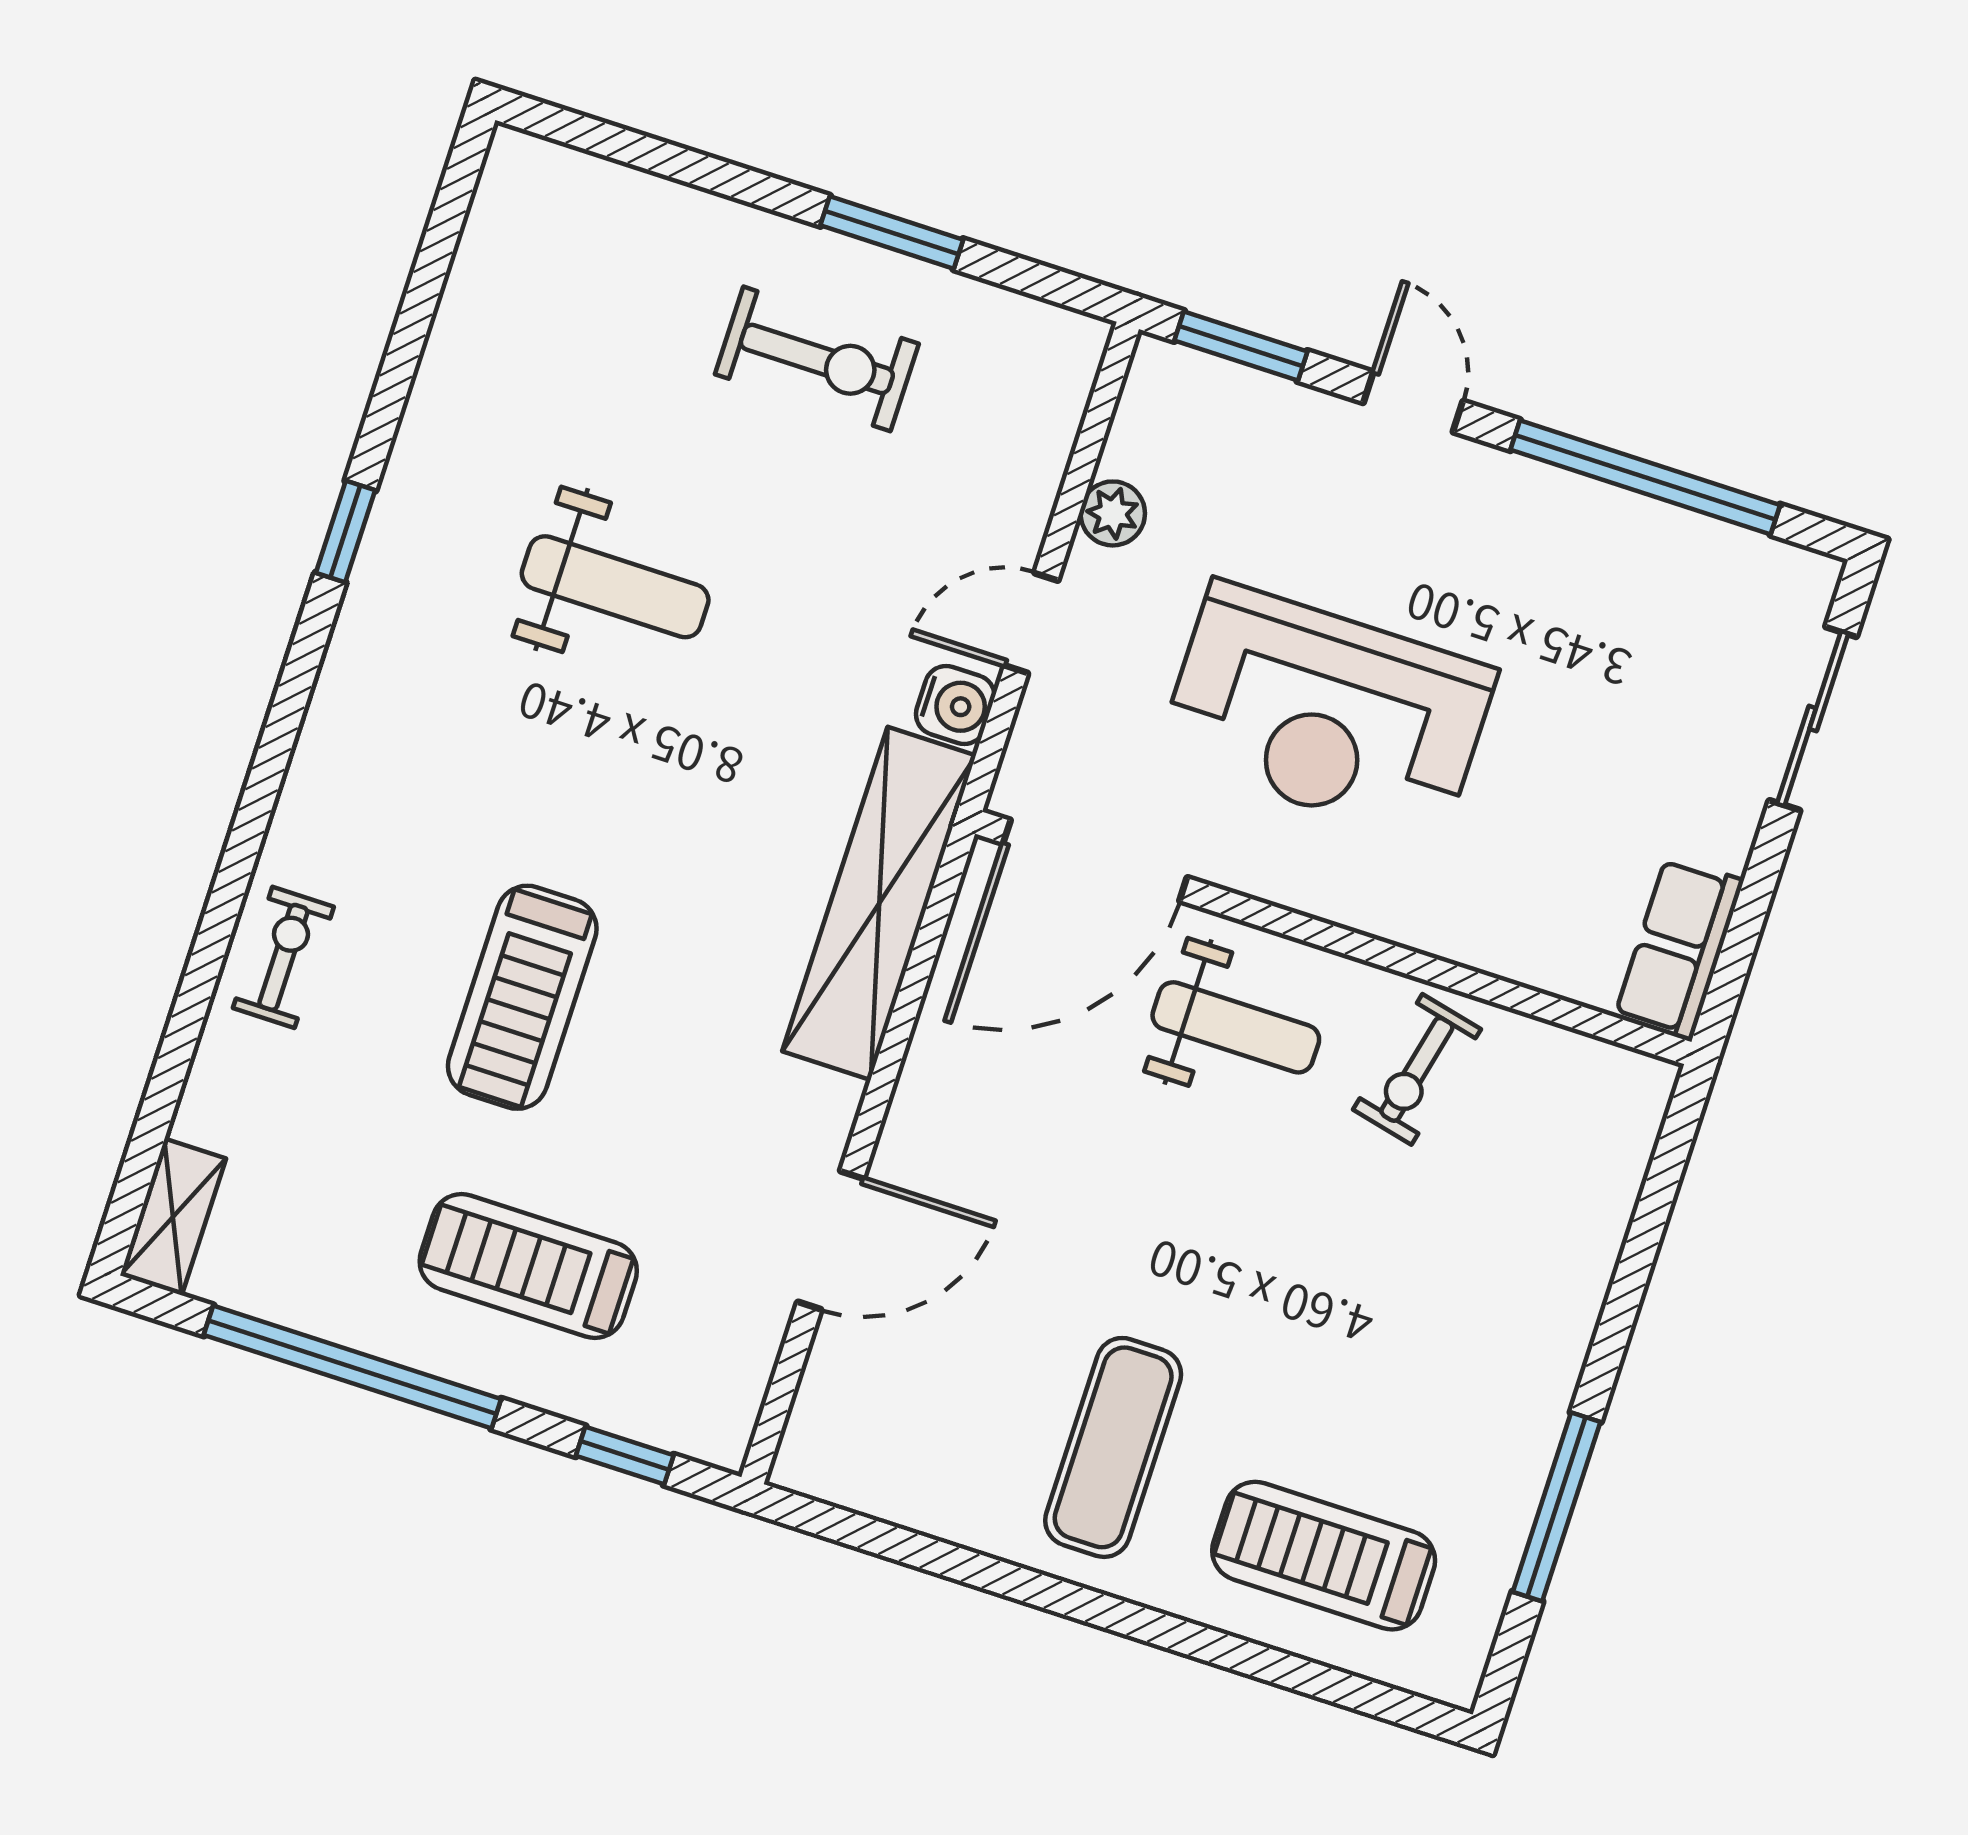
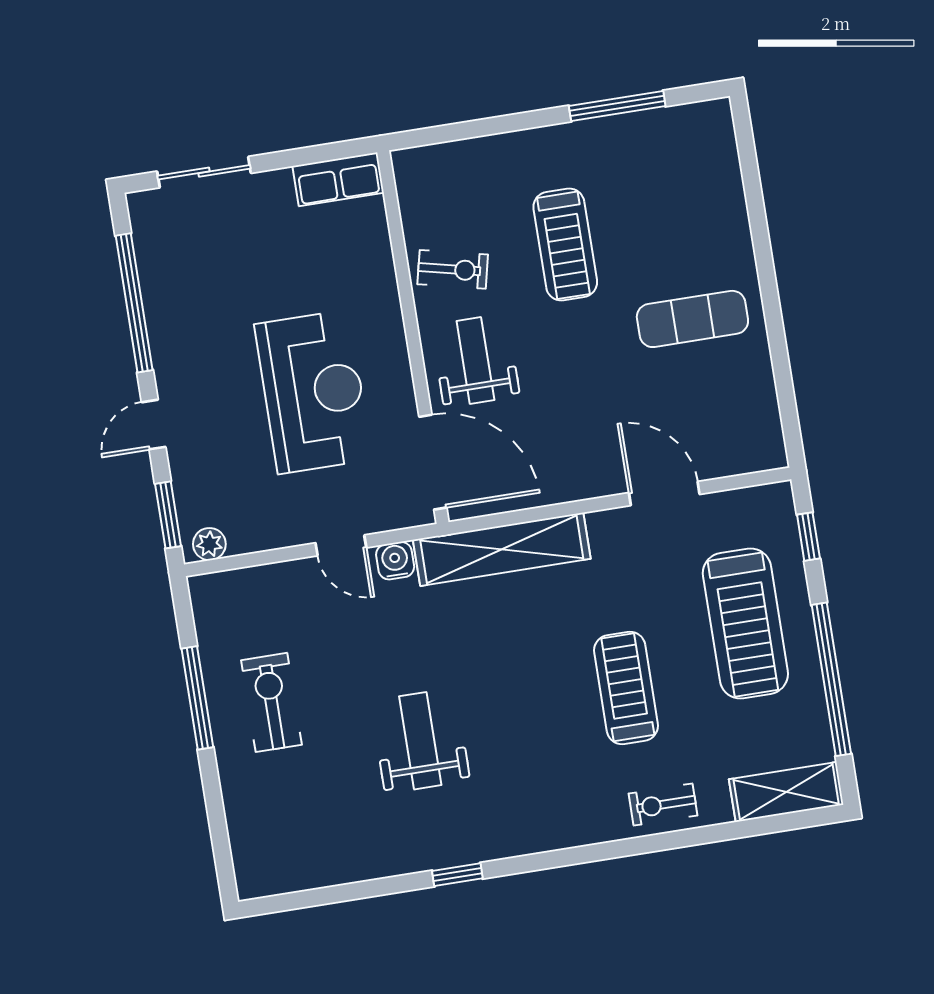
window: (892, 233) -> (197, 698), width x1.44
plant: (1113, 513) -> (209, 544), moved
treadmill: (522, 997) -> (626, 688), turned -90
shelving: (173, 1217) -> (786, 792), width x1.50, depth x1.33
treadmill: (528, 1266) -> (745, 624), width x1.37, depth x1.38
treadmill: (1324, 1556) -> (565, 245), moved

